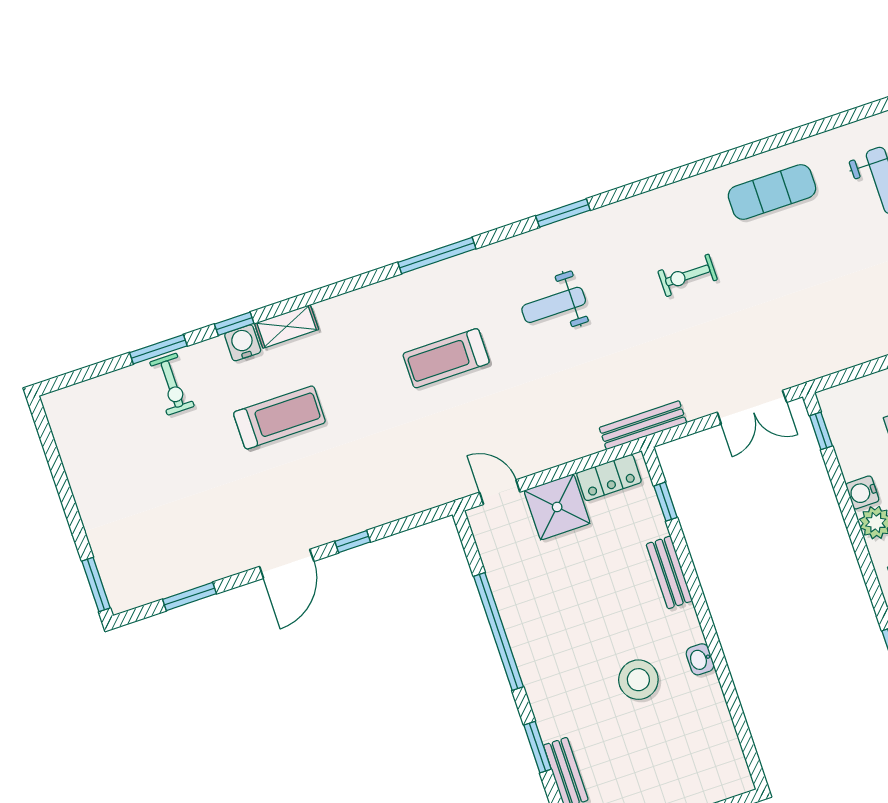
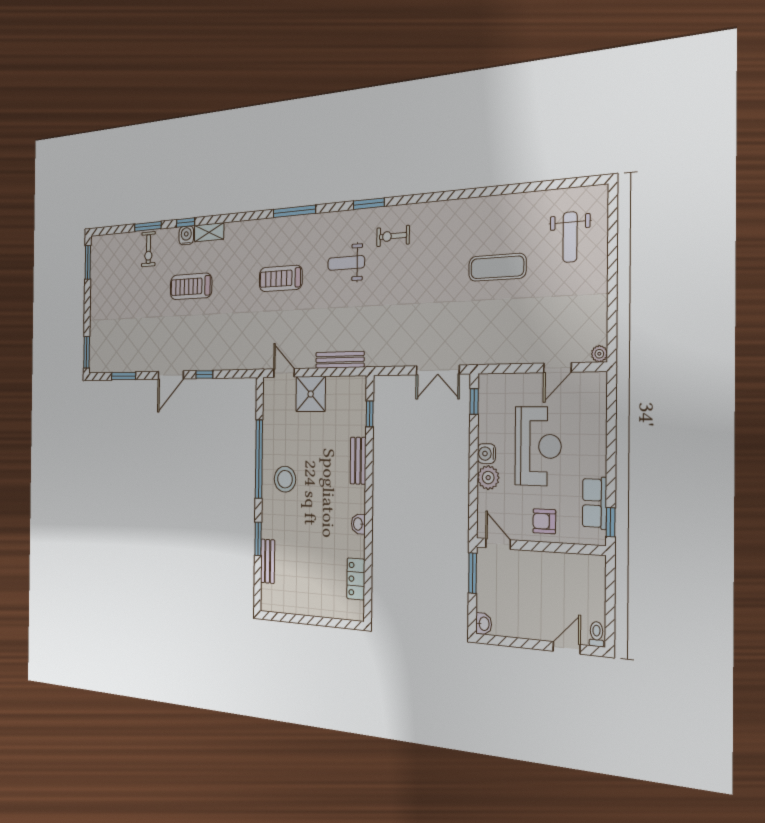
exercise mat: (772, 192) -> (497, 267), moved
exercise bike: (688, 275) -> (393, 236), moved
treadmill: (279, 417) -> (191, 286), turned 180
bench: (643, 425) -> (340, 360), moved
window: (47, 440) -> (88, 262), added
locker: (609, 478) -> (356, 579), moved, turned 90
stool: (638, 680) -> (285, 479), moved

